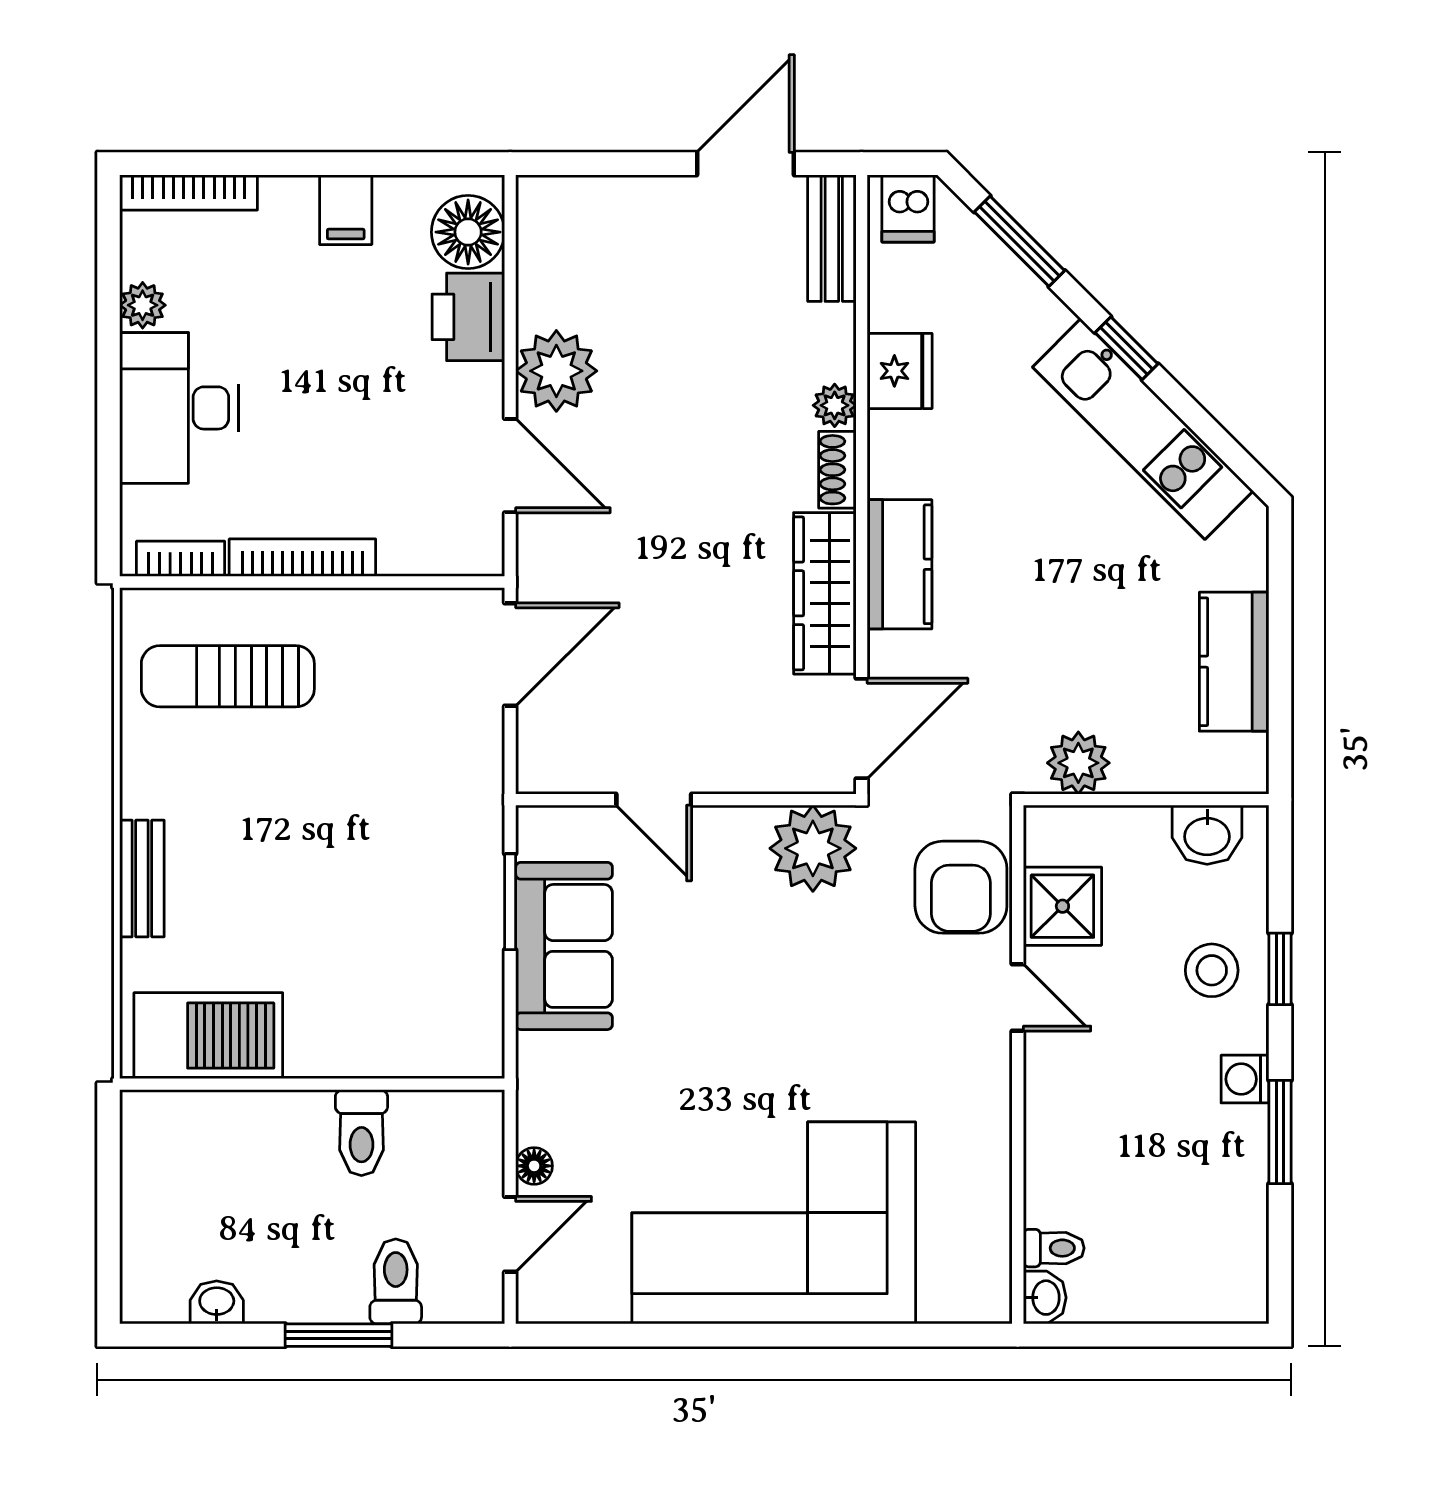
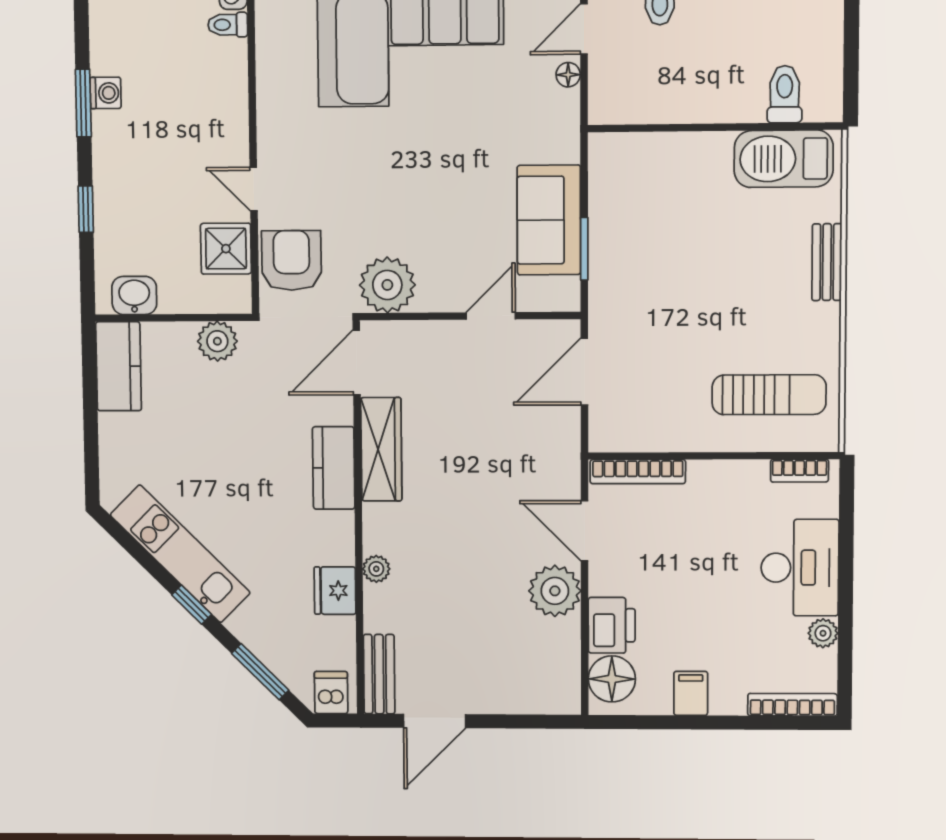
shoe rack: (837, 470) -> (374, 528), removed
bookcase: (302, 558) -> (638, 472), moved
door: (510, 654) -> (584, 372), moved
kitchen counter: (1234, 662) -> (119, 366), moved
door: (654, 800) -> (491, 316), hinge flipped
stool: (1212, 970) -> (129, 208), removed
washing machine: (1245, 1079) -> (106, 93), moved
toilet: (361, 1133) -> (785, 94), moved

